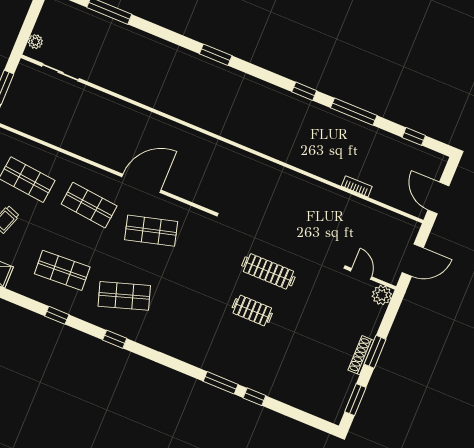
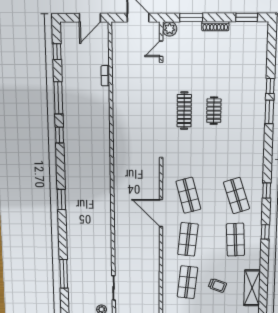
window: (375, 352) -> (191, 17), moved

